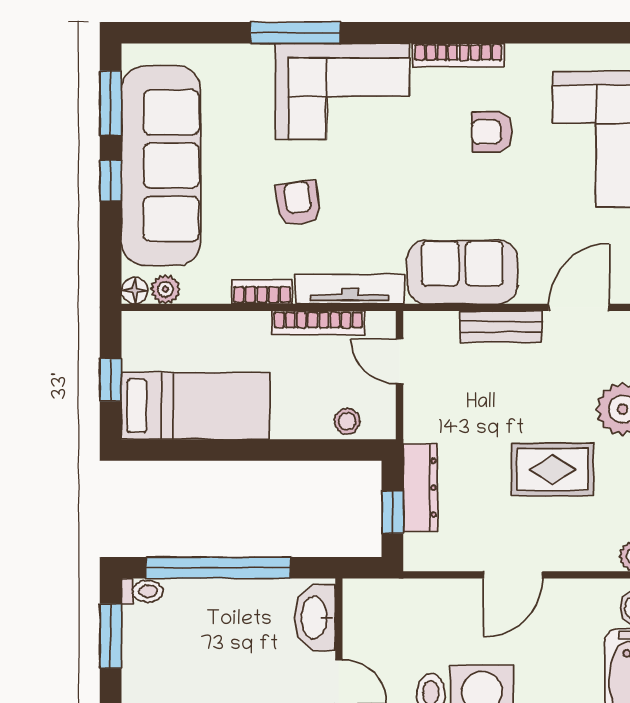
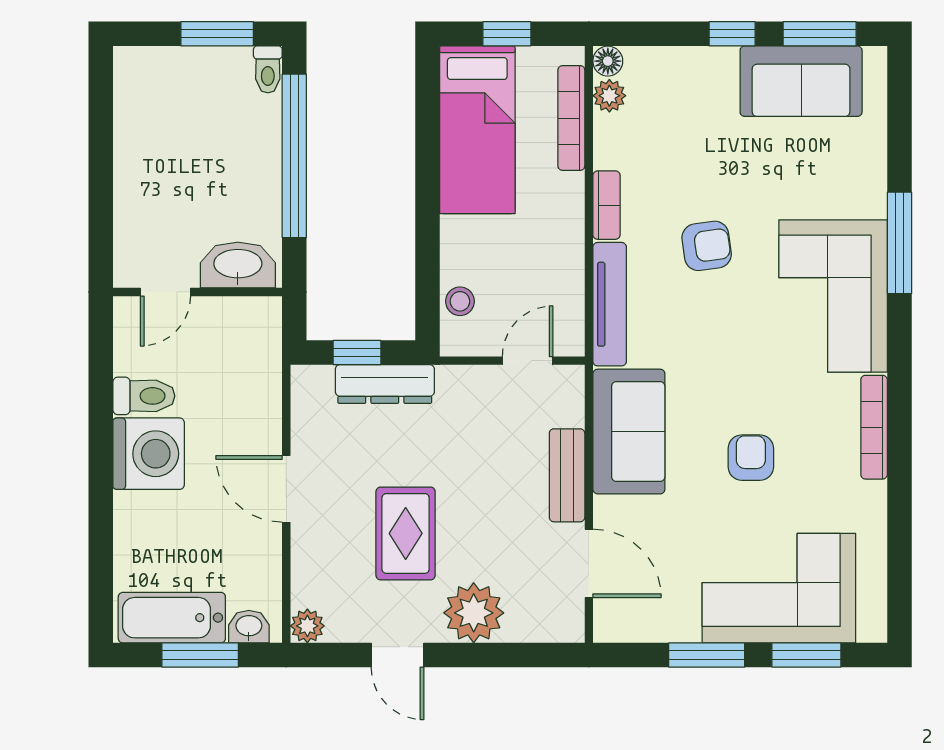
armchair: (492, 132) -> (751, 458), moved
sofa: (161, 166) -> (801, 81), width x0.54, depth x0.79
bookcase: (318, 323) -> (571, 118), moved

